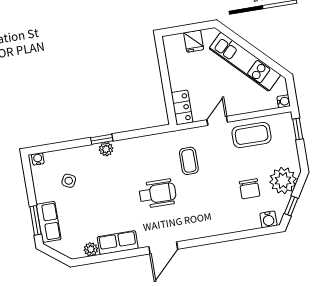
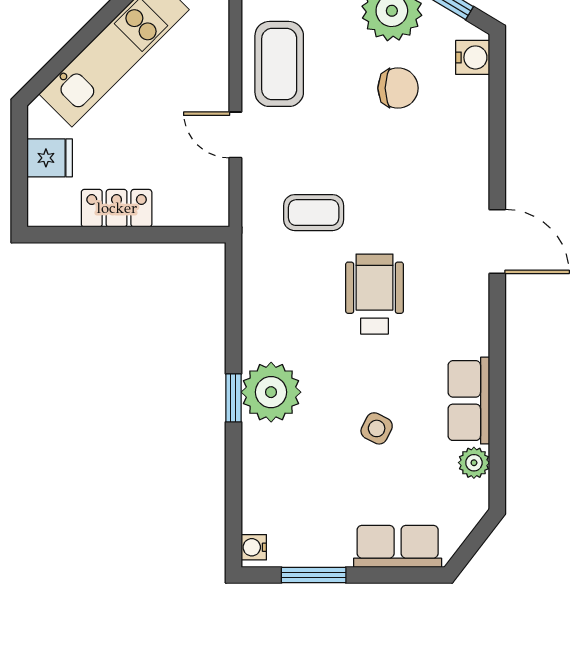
locker: (182, 107) -> (117, 208), moved
plant: (106, 149) -> (271, 392), width x1.87, depth x1.87
side table: (69, 181) -> (377, 428), moved
window: (35, 220) -> (314, 575), moved
door: (163, 248) -> (497, 241), moved

